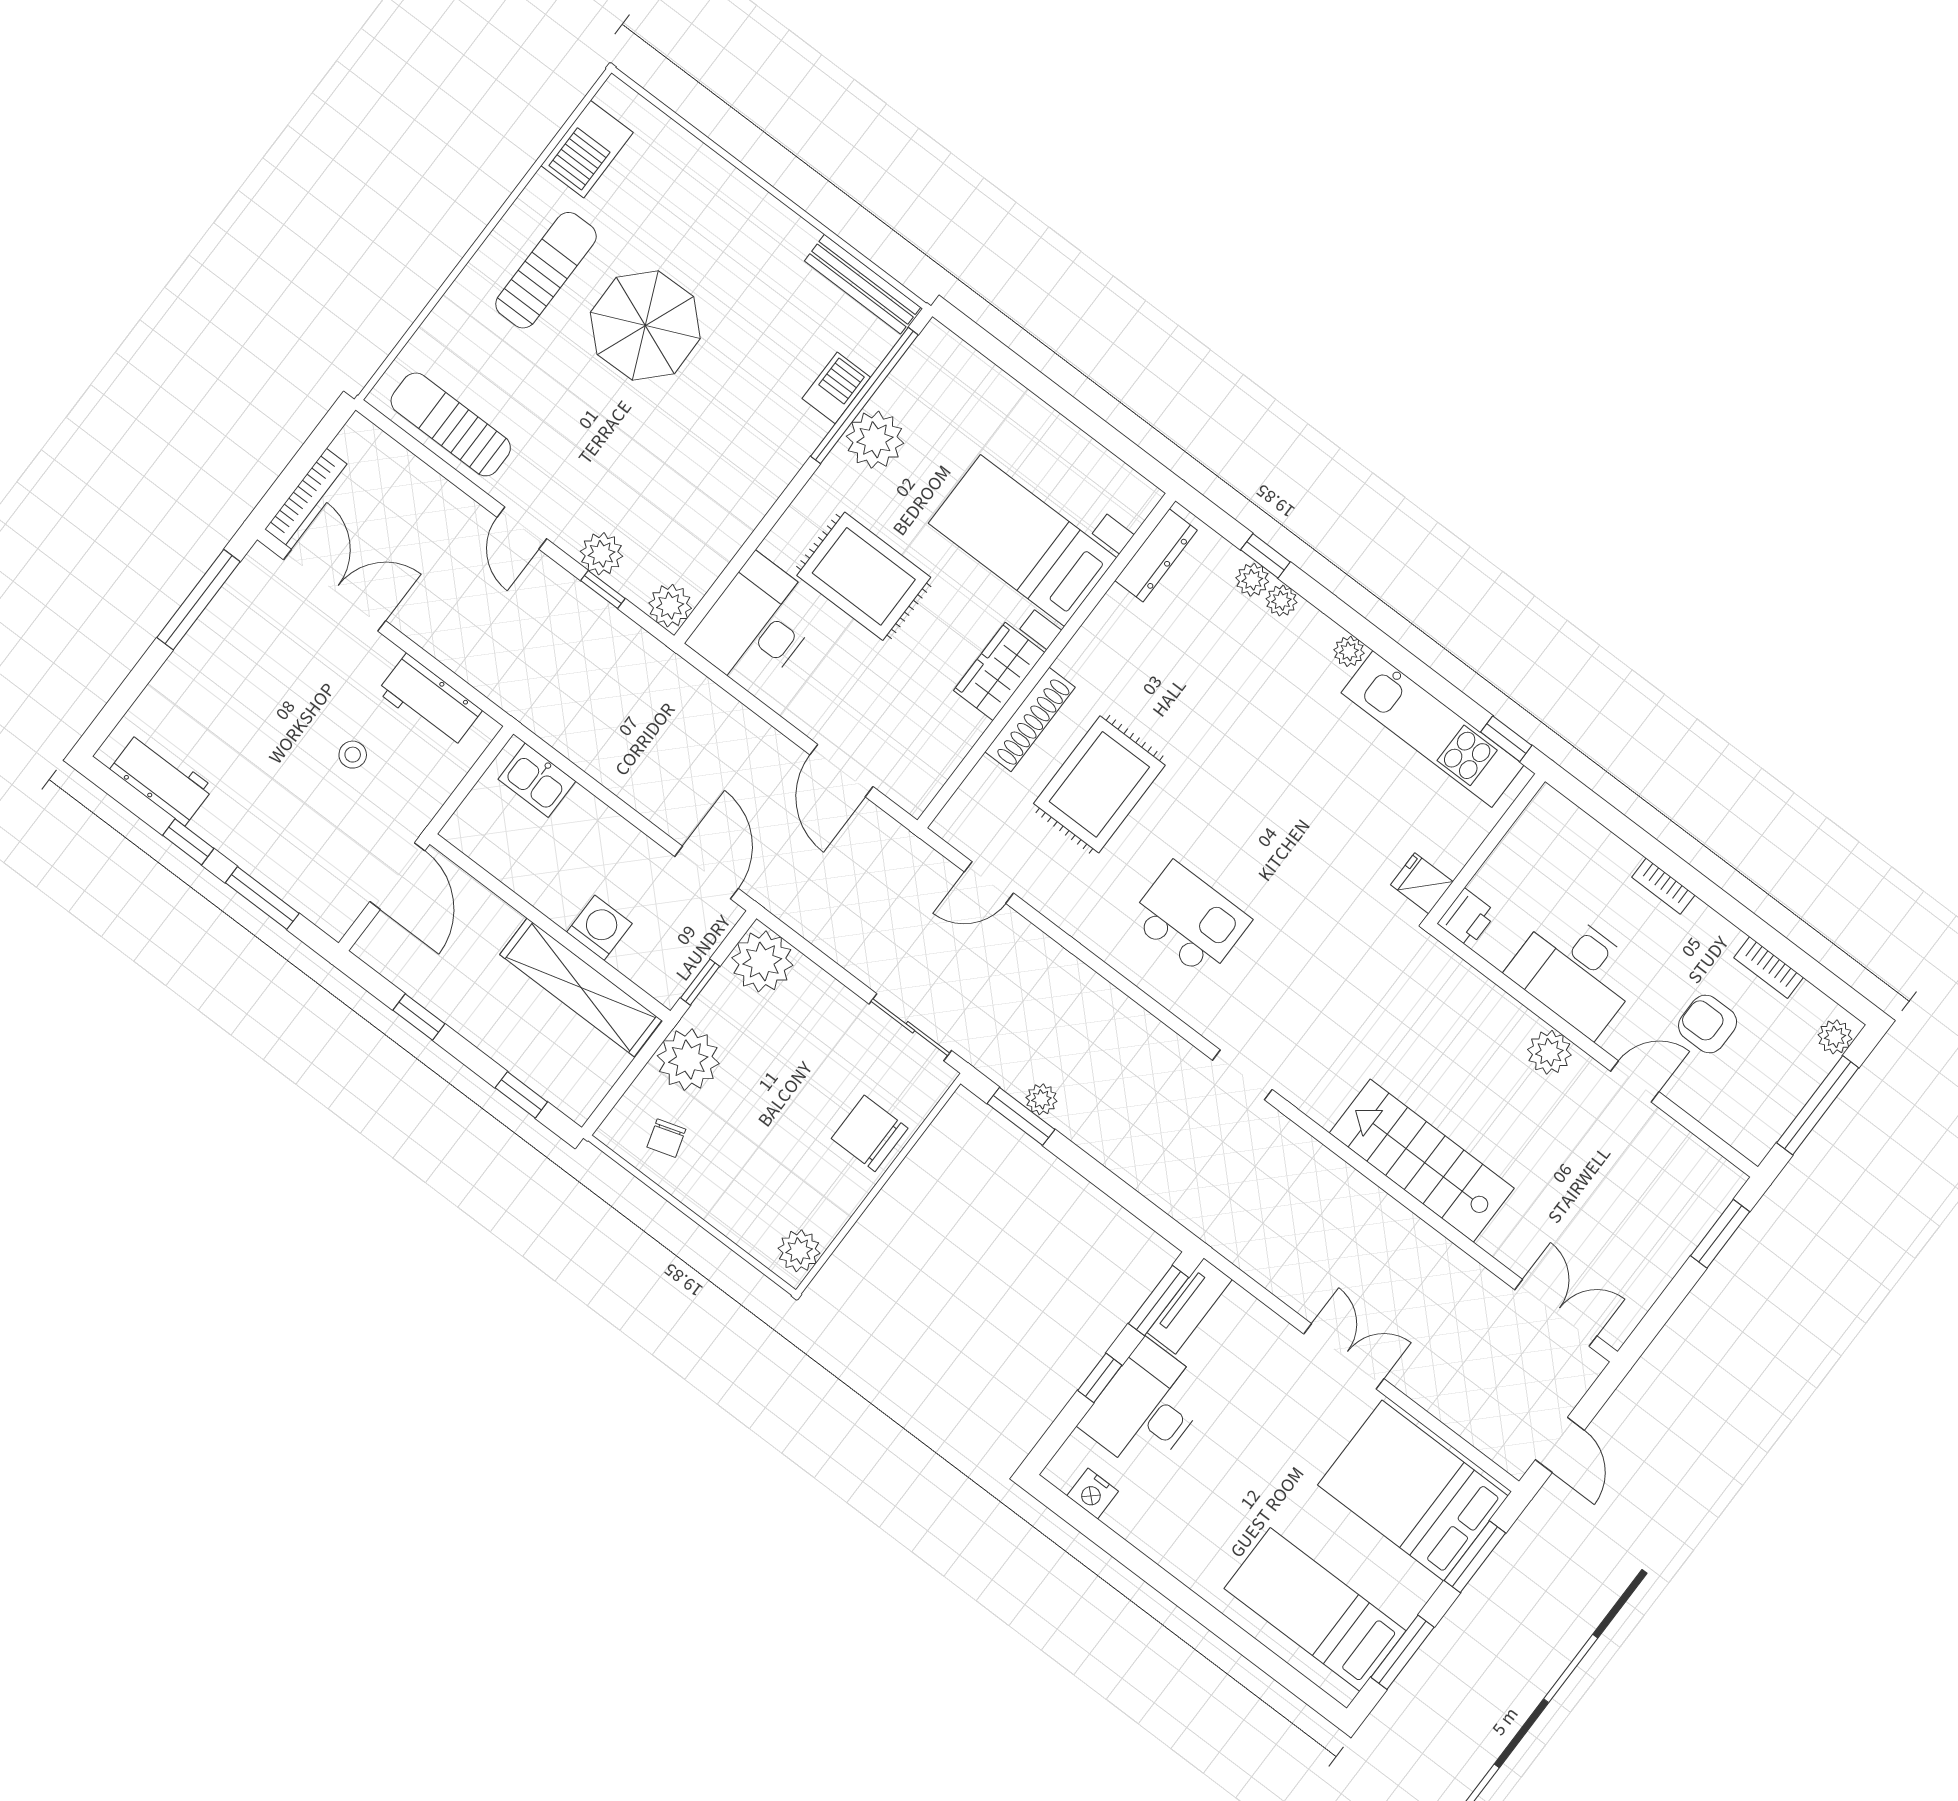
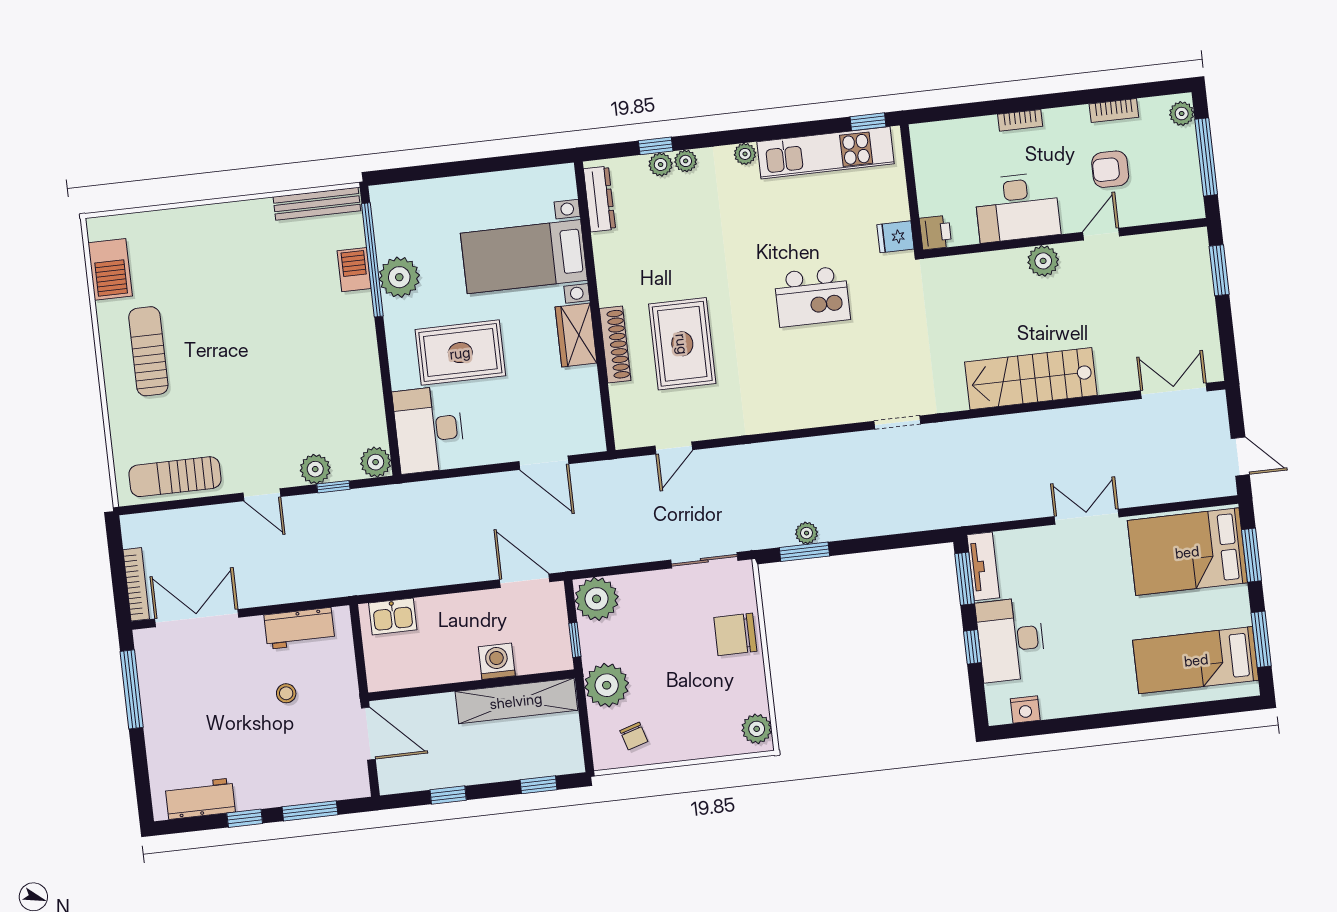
parasol: (645, 326) -> (226, 331), removed
kitchen island: (1190, 920) -> (812, 297), moved, turned 180

